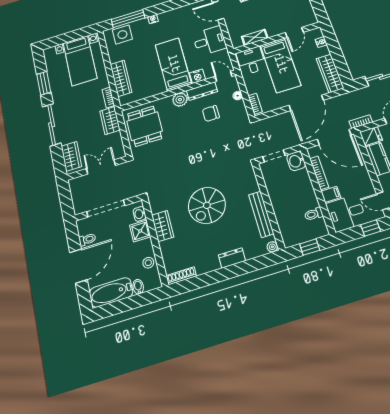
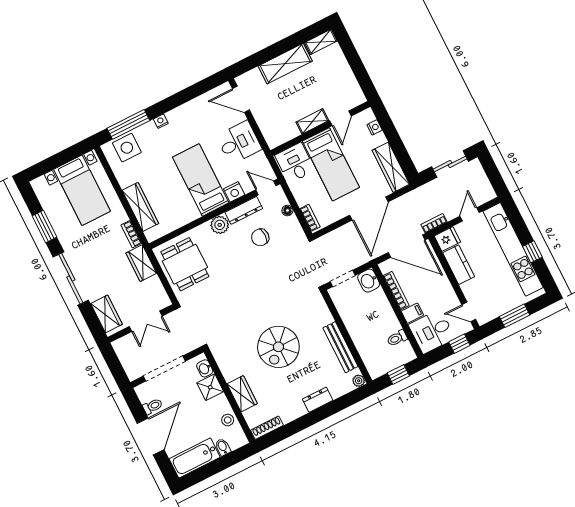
shelving: (255, 37) -> (312, 121), moved
double door: (101, 167) -> (146, 321), swing flipped
wardrobe: (163, 226) -> (242, 394), moved

